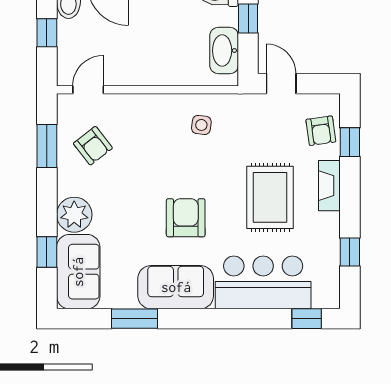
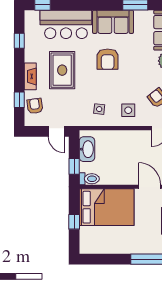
side table: (147, 123) -> (128, 110), added

